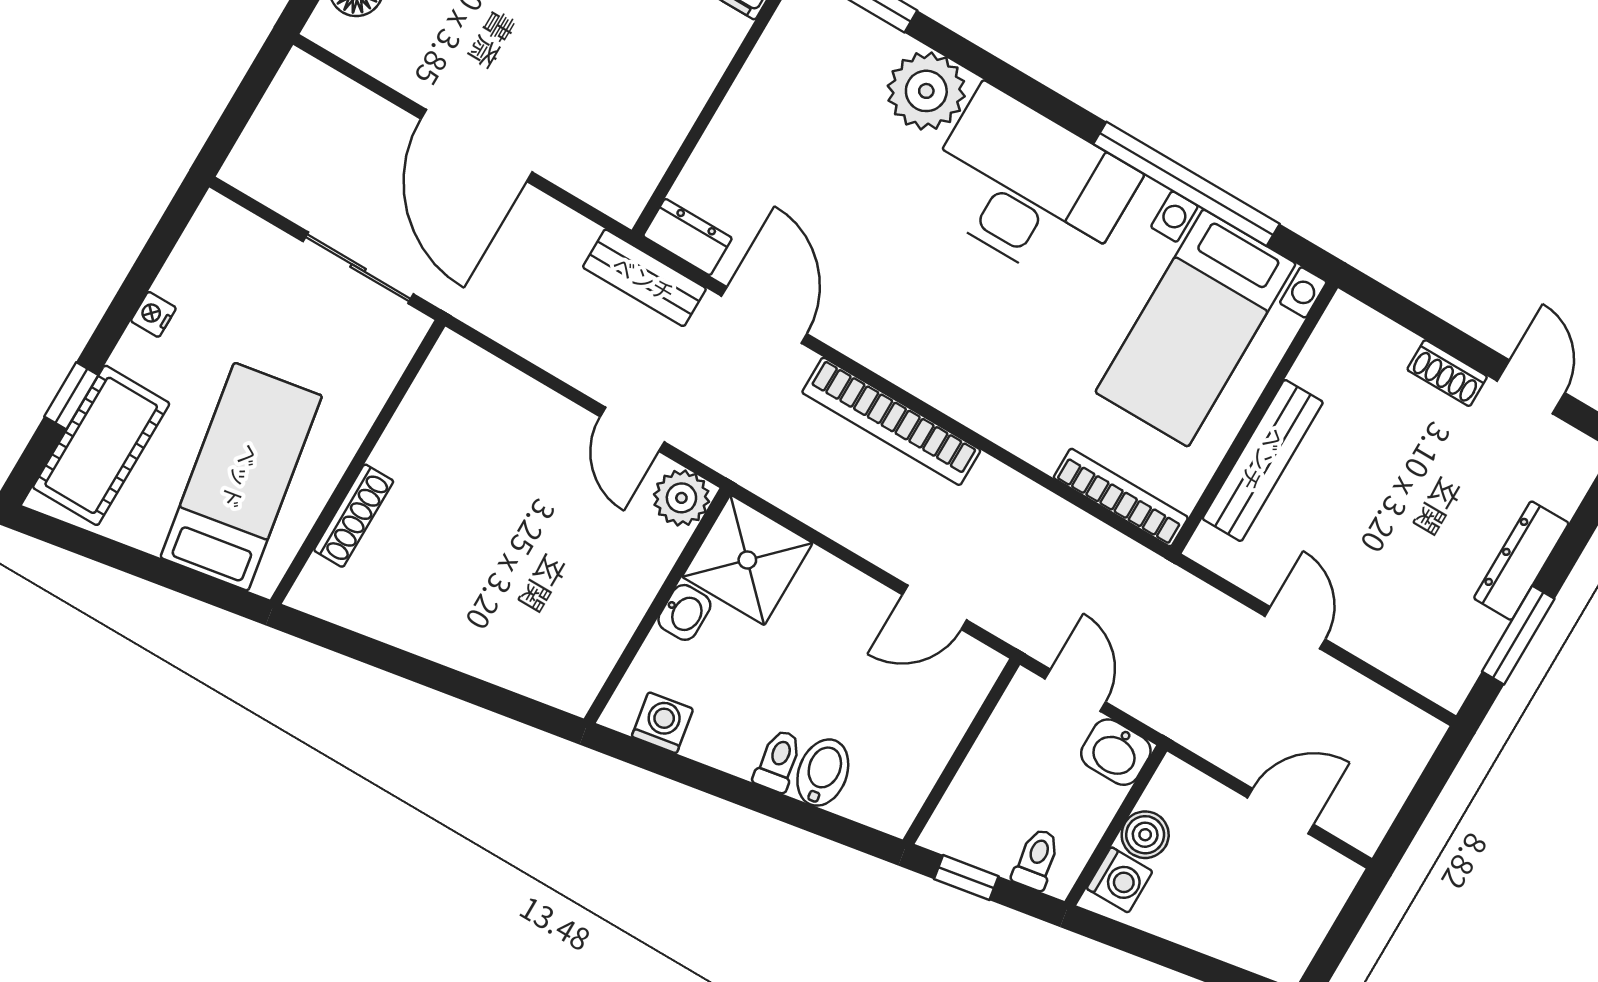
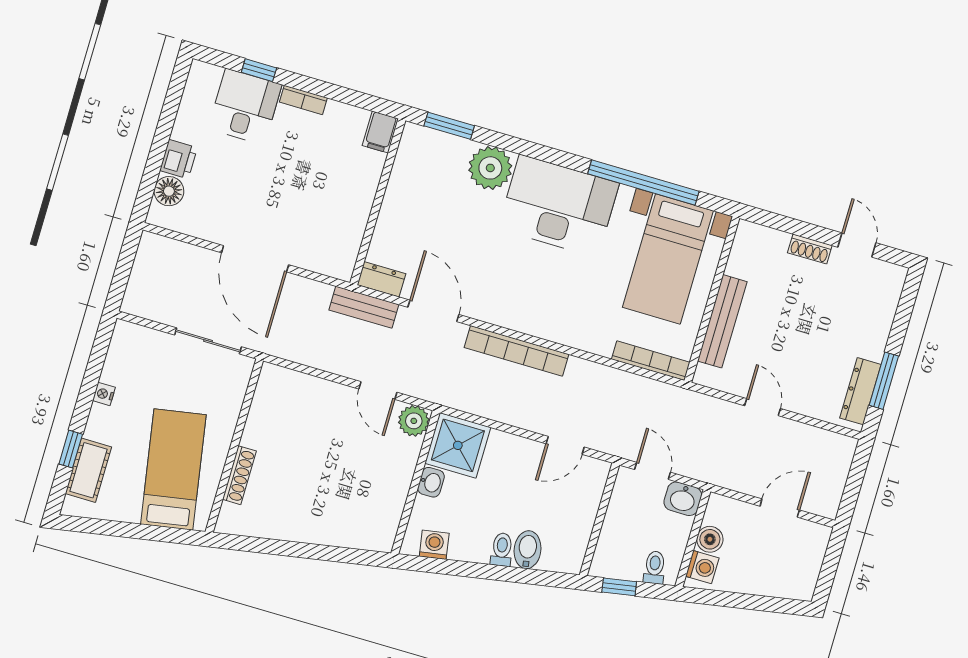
cot: (101, 445) -> (88, 470), width x0.73, depth x0.75
dresser: (1521, 561) -> (860, 391), moved

